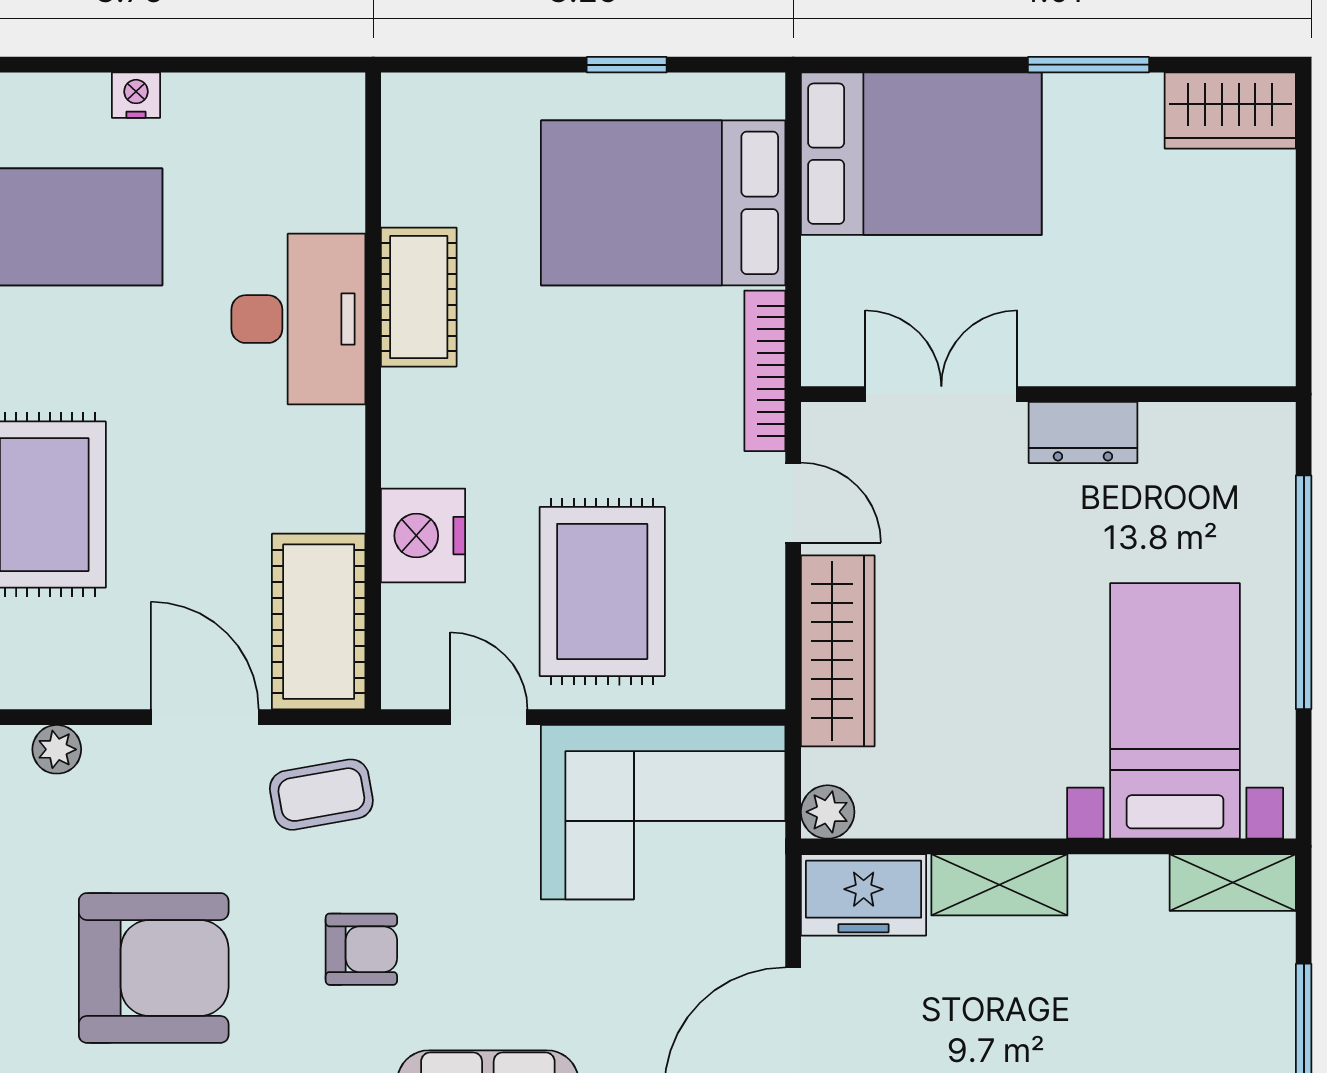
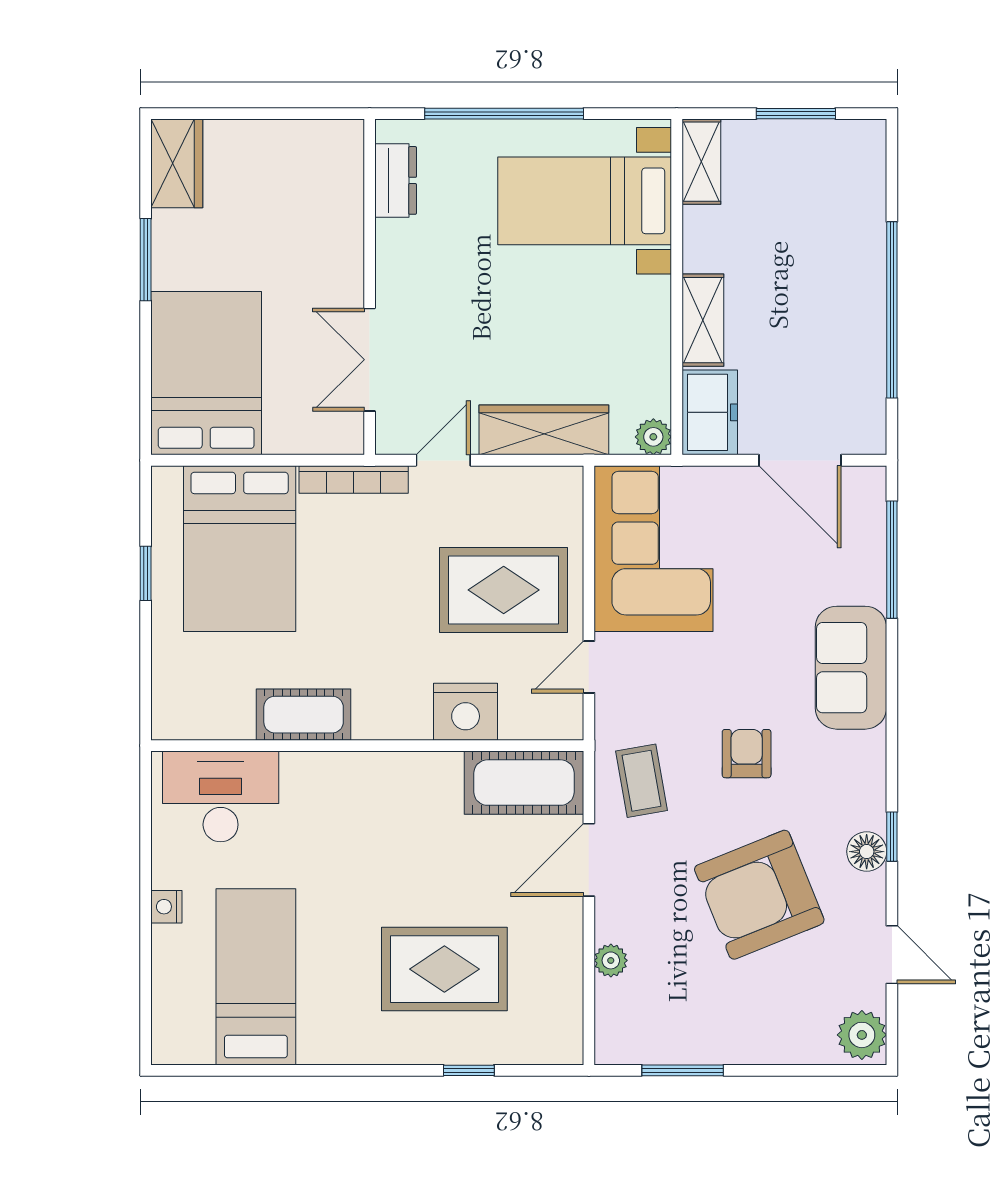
desk: (298, 319) -> (221, 796), moved
dresser: (1083, 432) -> (396, 180), moved
armchair: (154, 968) -> (759, 895), turned -112

